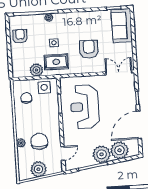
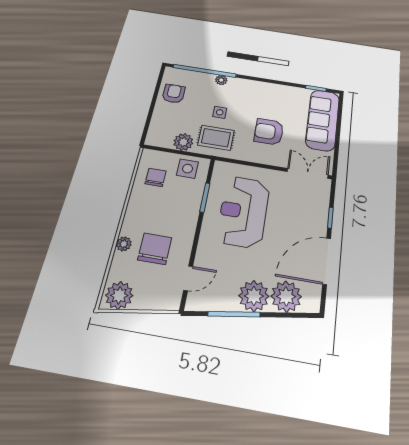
sofa: (122, 26) -> (323, 120), width x1.36
armchair: (89, 49) -> (269, 132), turned -90
plant: (38, 169) -> (119, 295), moved

